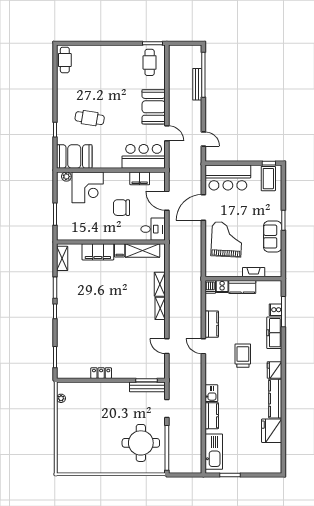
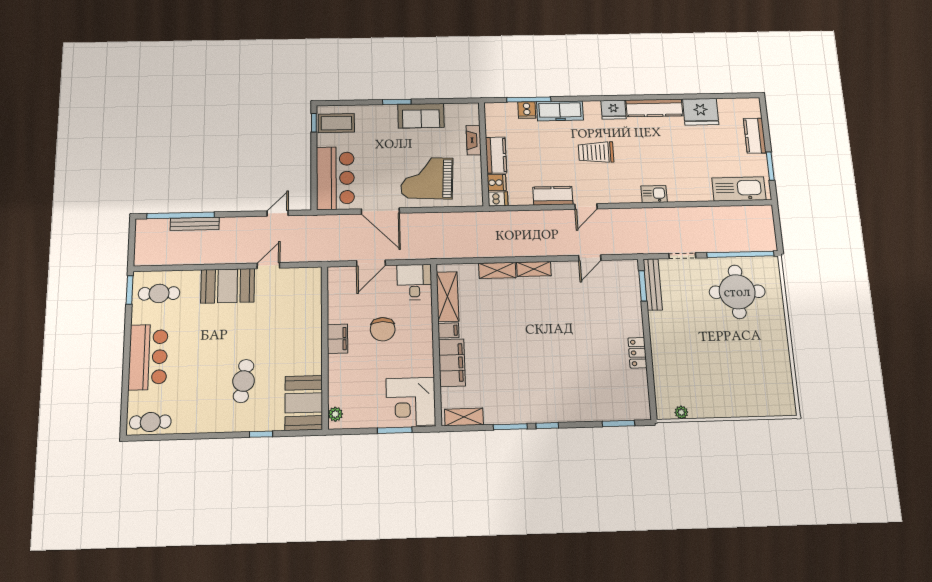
bar counter: (144, 156) -> (148, 357), moved, turned 180
filing cabinet: (140, 178) -> (338, 339), moved
corner desk: (88, 187) -> (411, 402), moved, turned 180
kitchen counter: (212, 416) -> (755, 136), moved, turned -90

